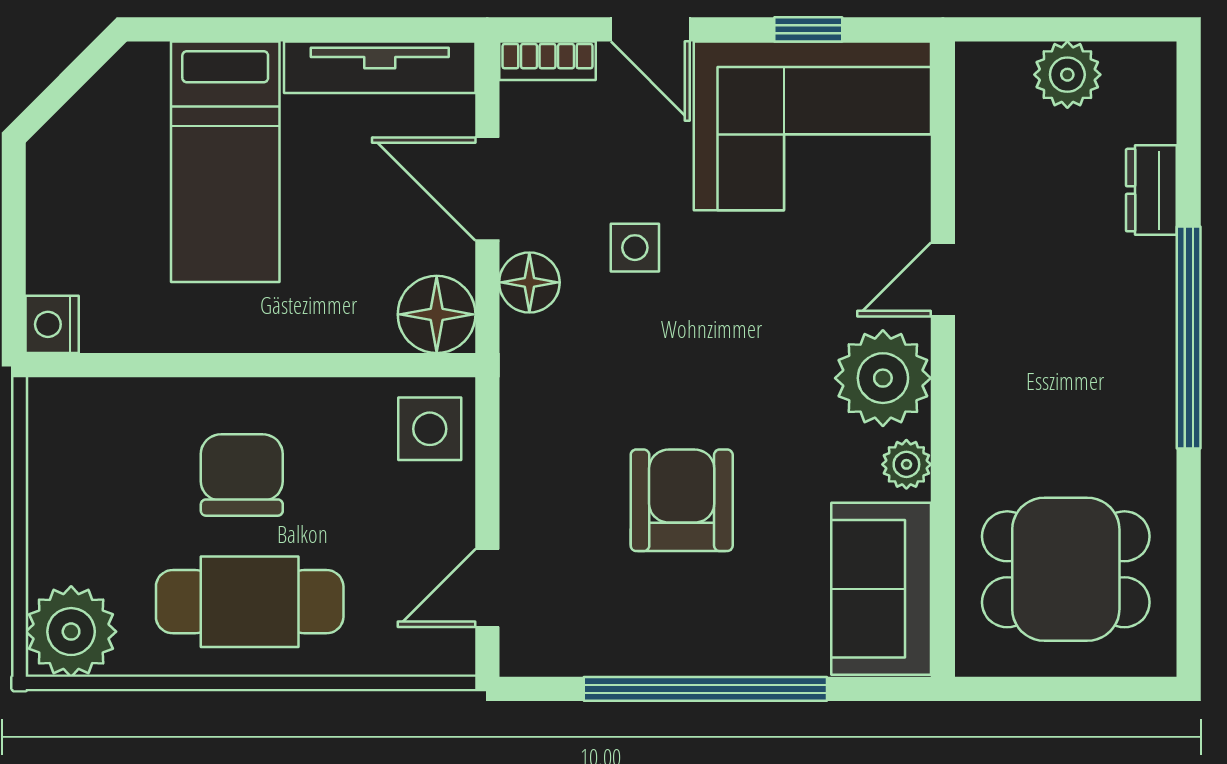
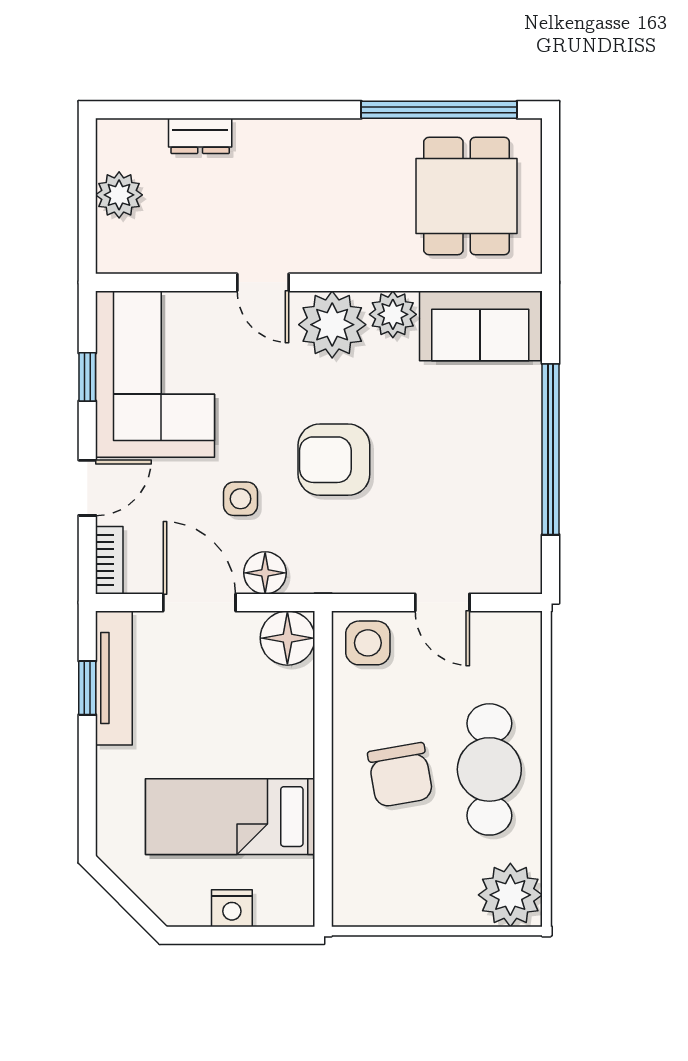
window: (366, 29) -> (87, 688), added
bed: (225, 162) -> (230, 817), moved, turned 180
door: (487, 189) -> (199, 602), swing flipped
nightstand: (52, 324) -> (232, 908), moved
window: (1189, 337) -> (439, 110), moved
plant: (906, 464) -> (393, 314), width x1.38, depth x1.38
chair: (242, 475) -> (400, 775), turned -100
armchair: (682, 500) -> (334, 460), moved
door: (487, 588) -> (442, 602), moved

